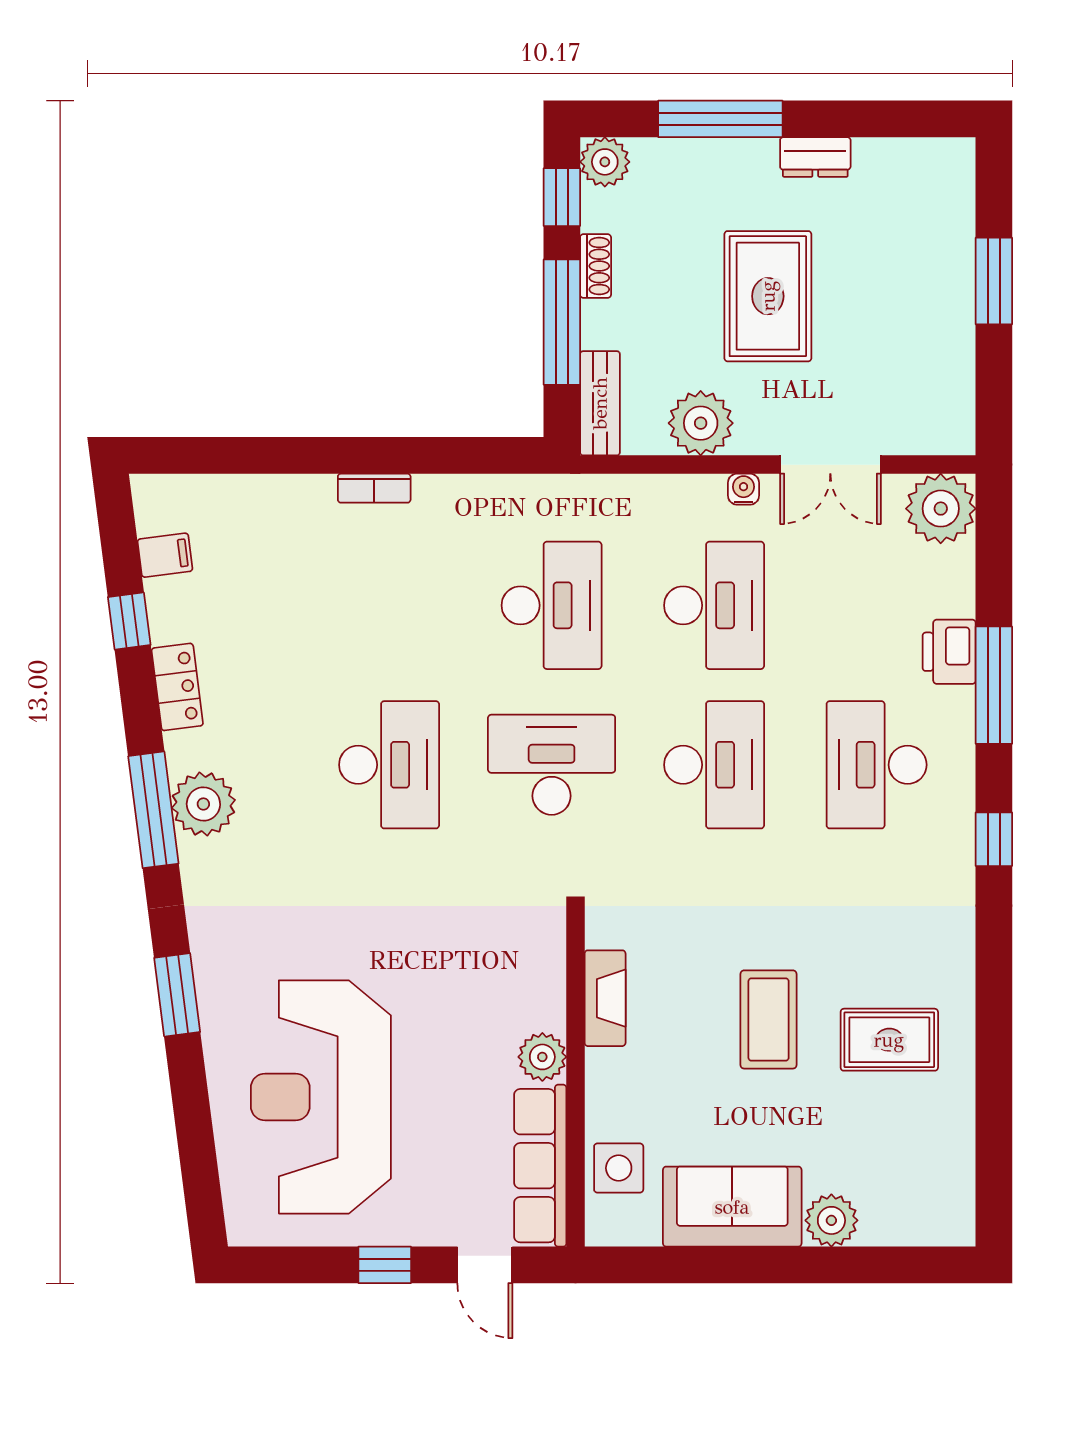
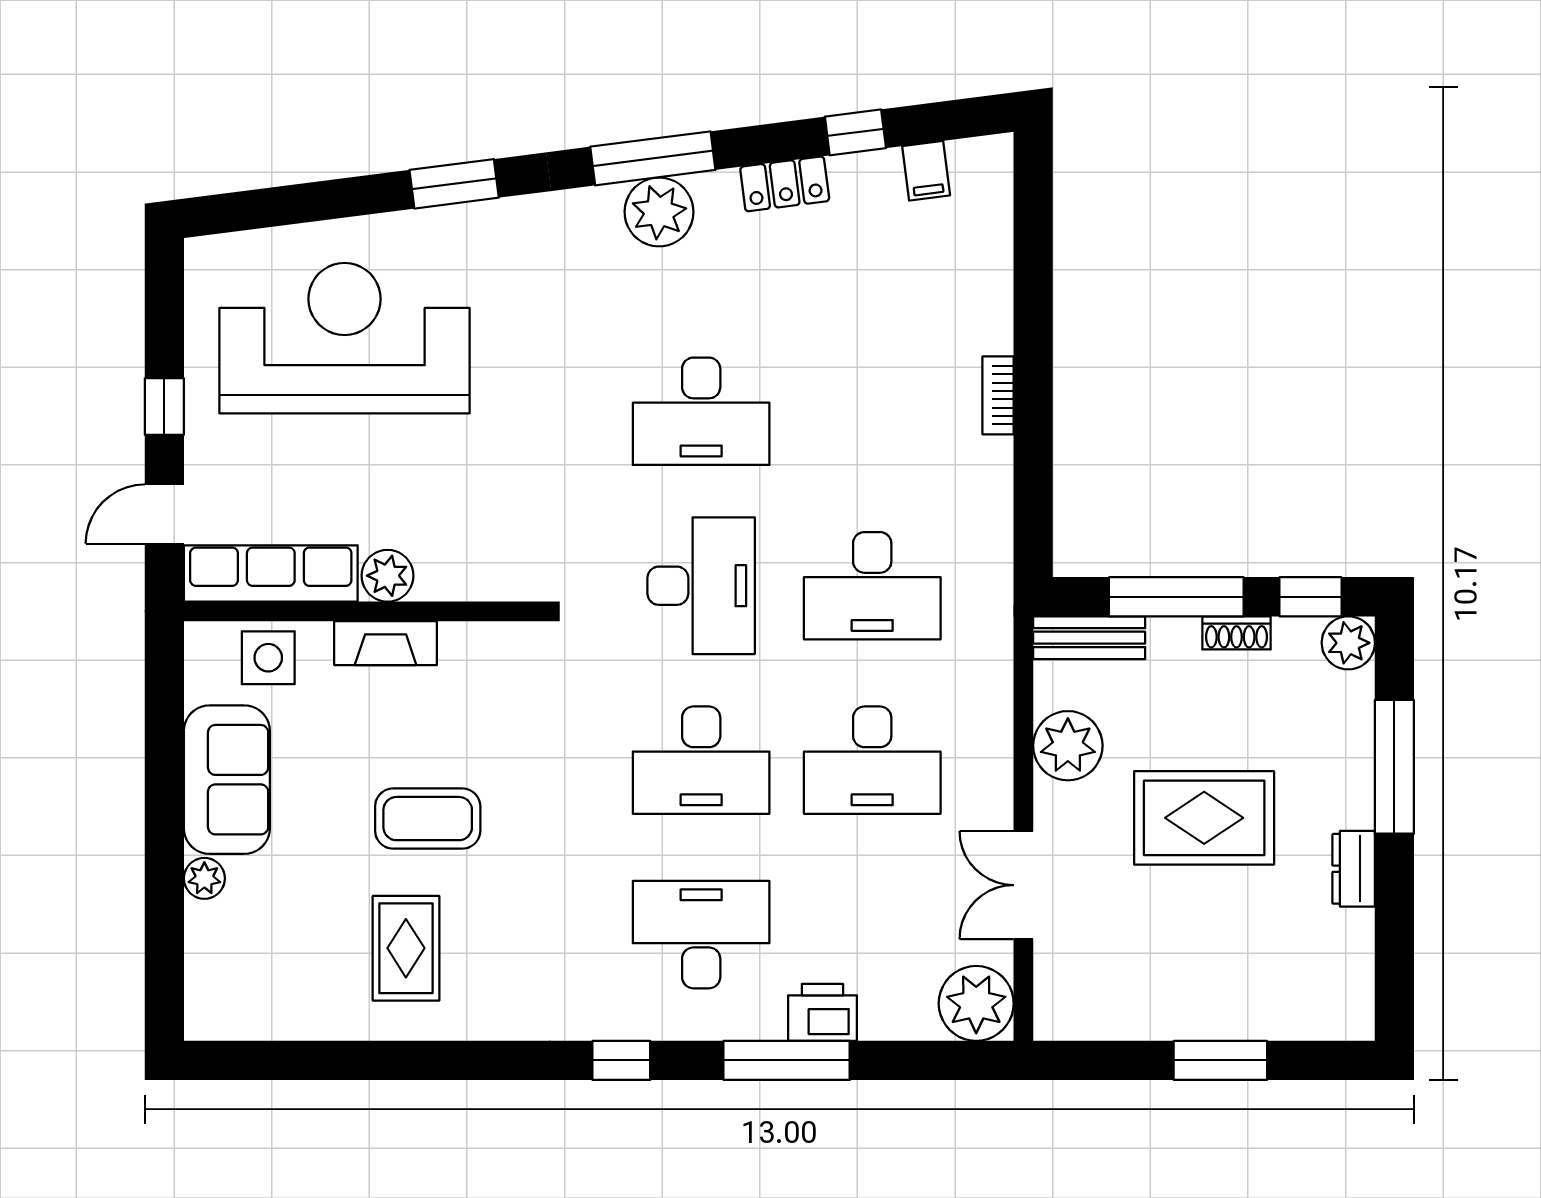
water cooler: (743, 489) -> (997, 792), removed
fireplace: (605, 998) -> (386, 643), moved
plant: (831, 1220) -> (204, 878), width x0.73, depth x0.73

